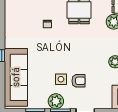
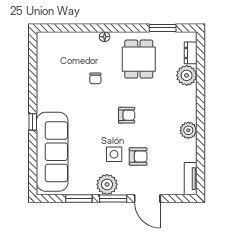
armchair: (70, 51) -> (127, 115), added

